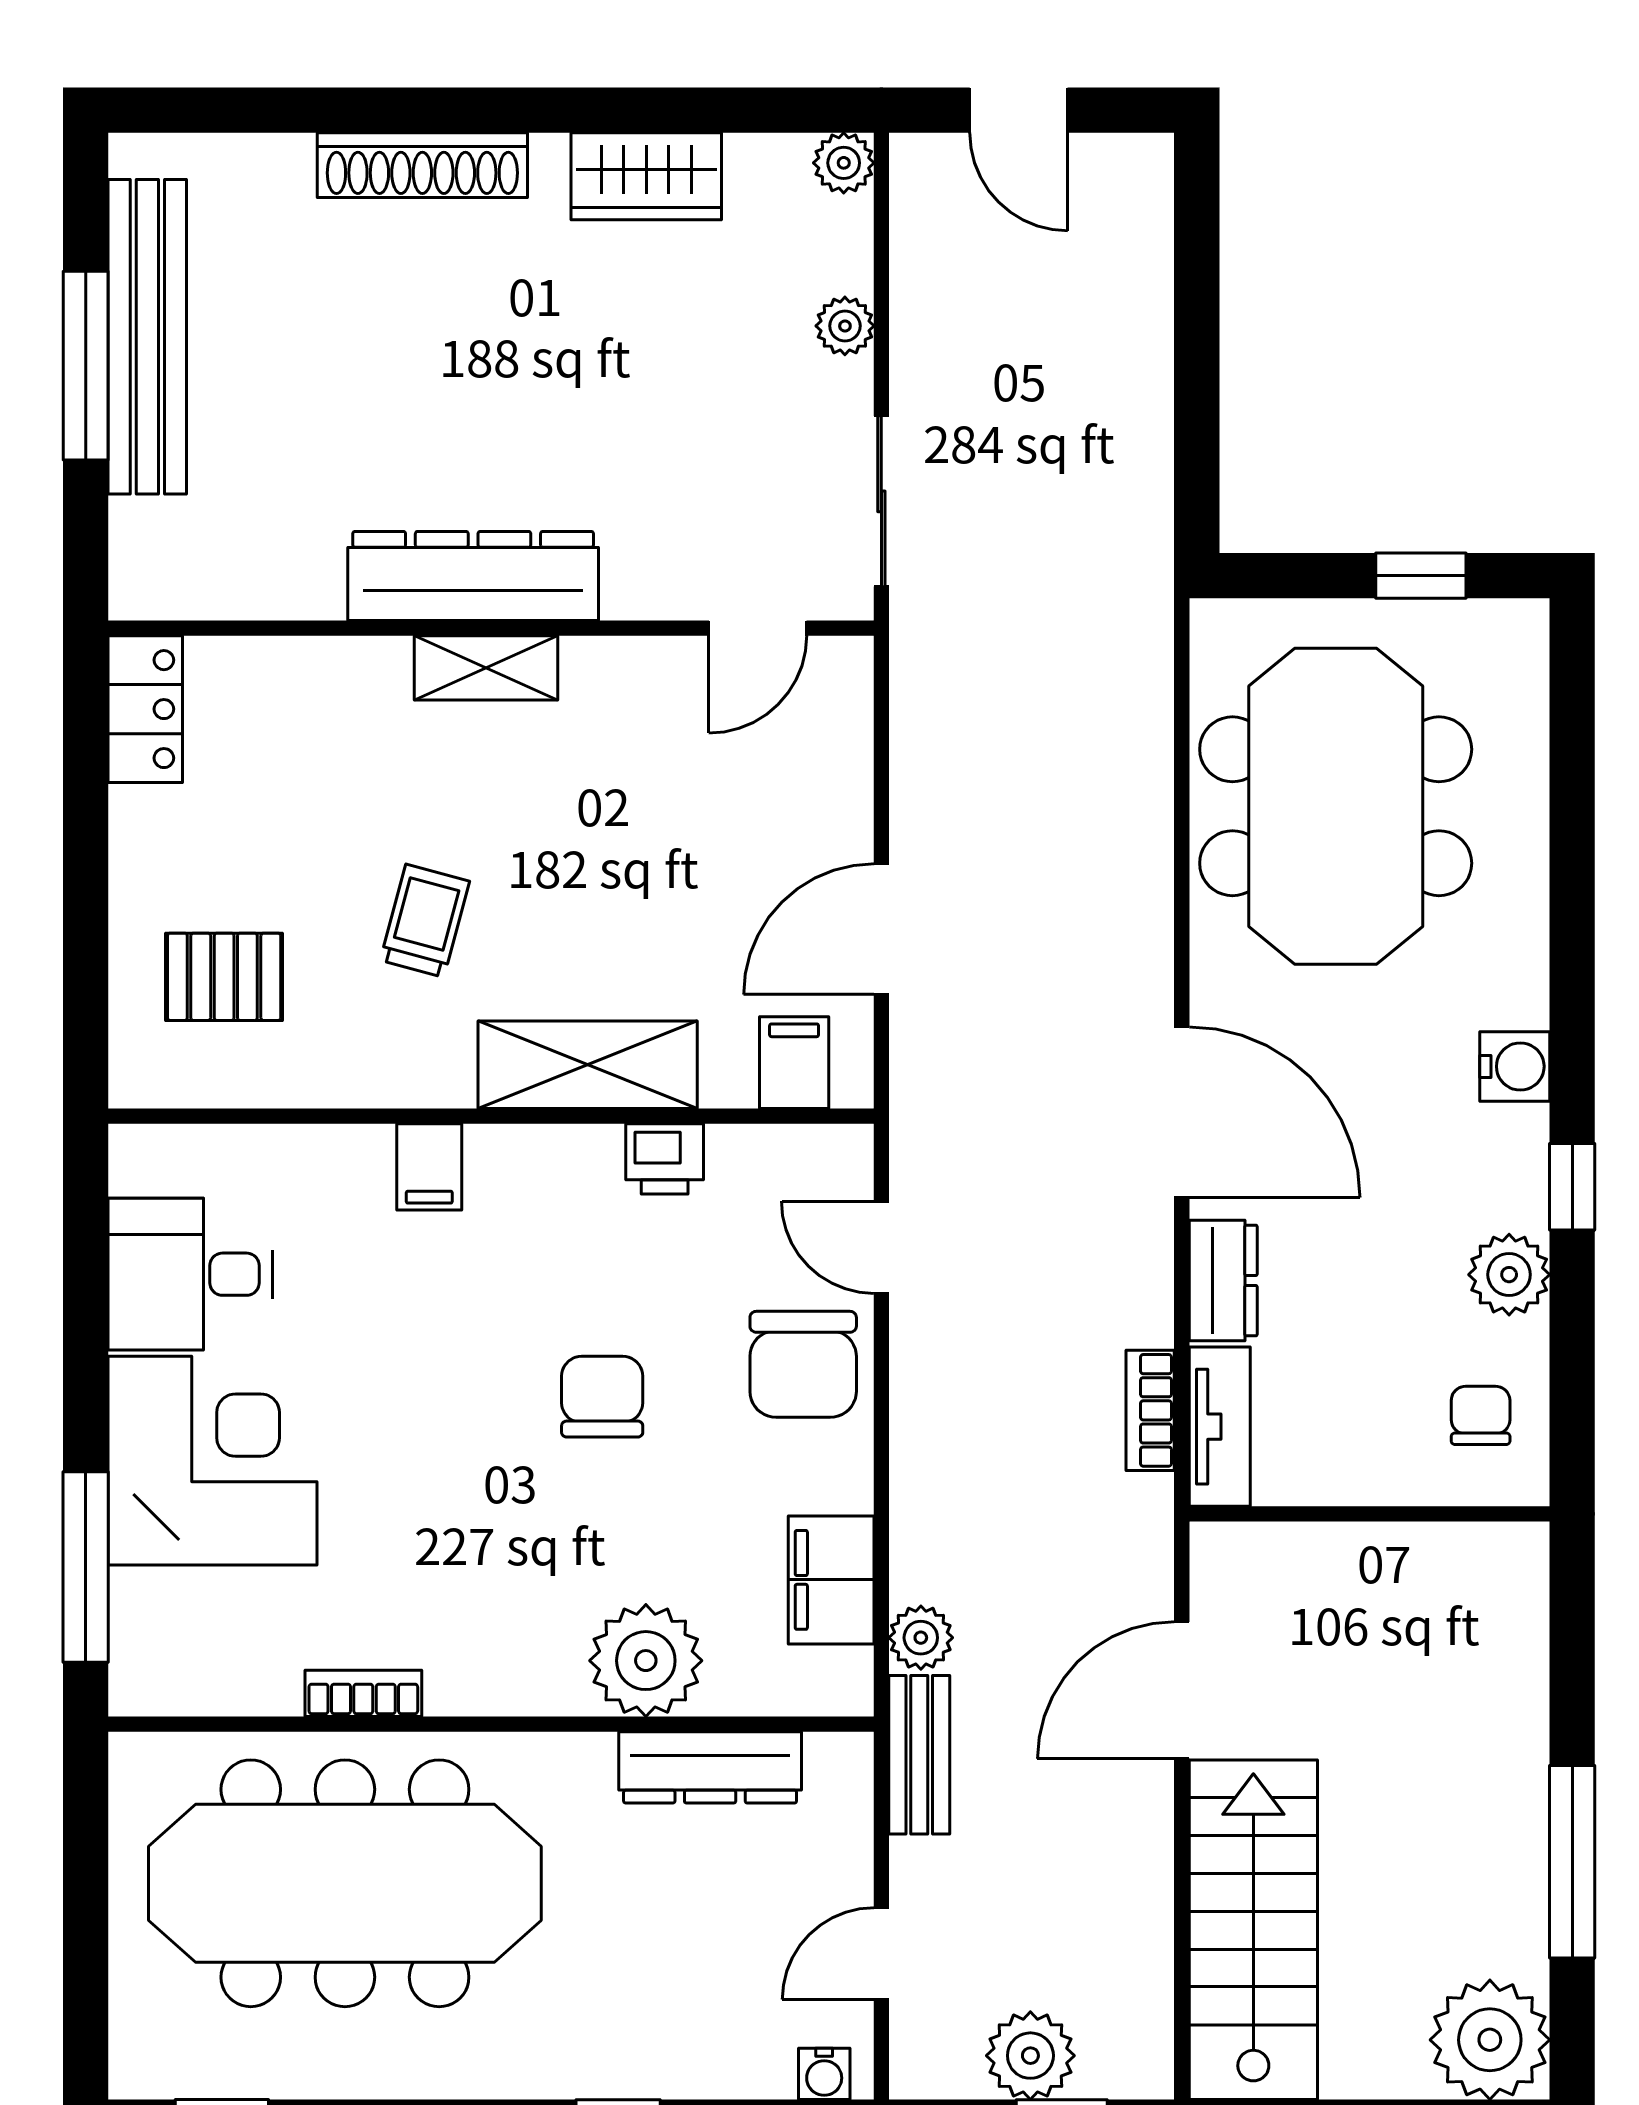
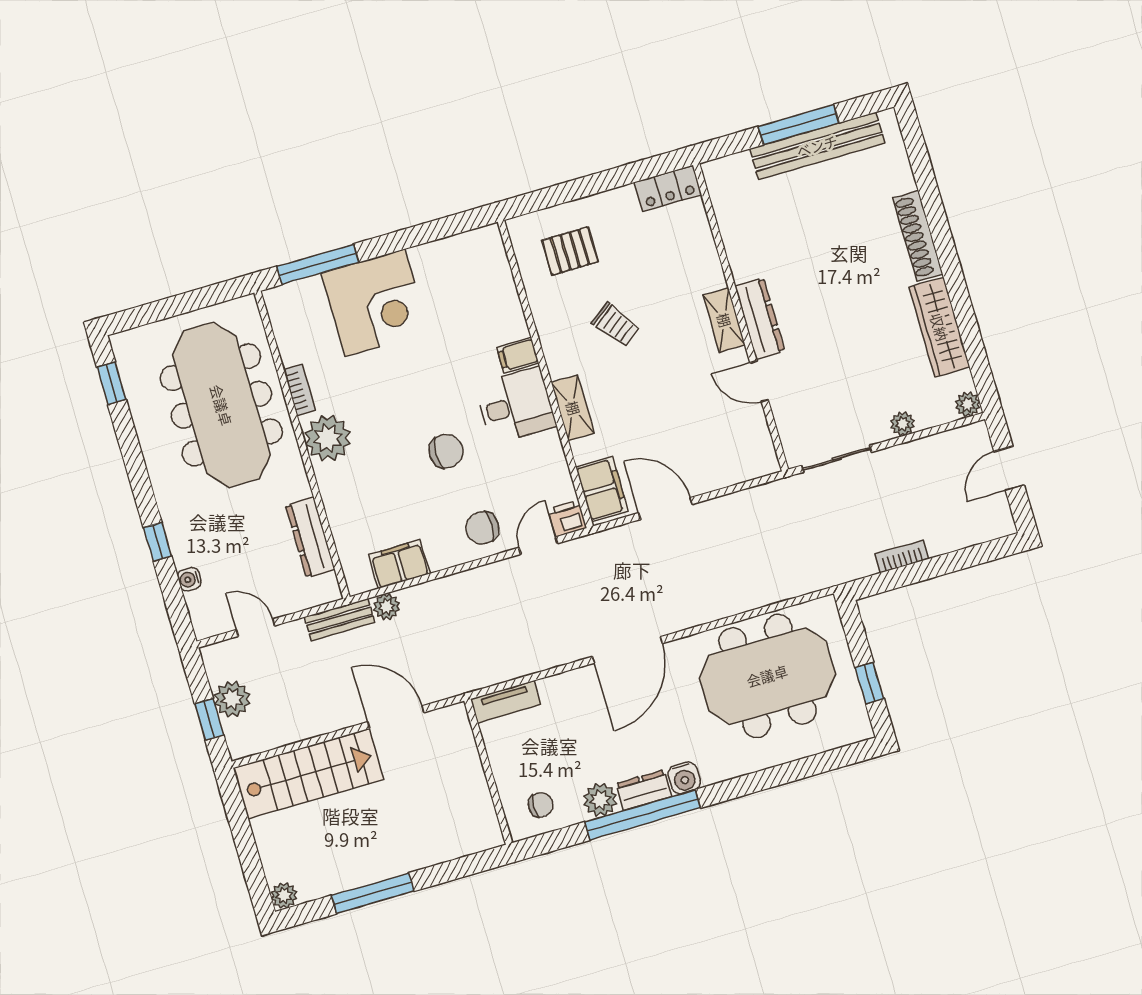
wardrobe: (646, 176) -> (939, 327), width x1.50
dresser: (473, 576) -> (760, 319), width x0.73, depth x0.80
door: (758, 628) -> (759, 381), moved
trolley: (425, 921) -> (616, 325), turned 38
pallet: (224, 977) -> (570, 251), turned 90
filing cabinet: (794, 1063) -> (602, 489), width x2.00
shelving: (588, 1065) -> (573, 408), width x0.67, depth x0.75
printer: (665, 1159) -> (567, 519), moved, turned 90
window: (1572, 1187) -> (643, 815), width x3.17
desk: (190, 1274) -> (516, 406), moved, turned 90
dresser: (1223, 1281) -> (644, 790), moved, turned 180
chair: (803, 1364) -> (482, 528), width x0.73, depth x0.73
bookcase: (1150, 1410) -> (902, 557), moved
plant: (646, 1661) -> (328, 438), moved
plant: (1490, 2040) -> (284, 895), width x0.53, depth x0.53
water cooler: (824, 2074) -> (189, 579), moved

